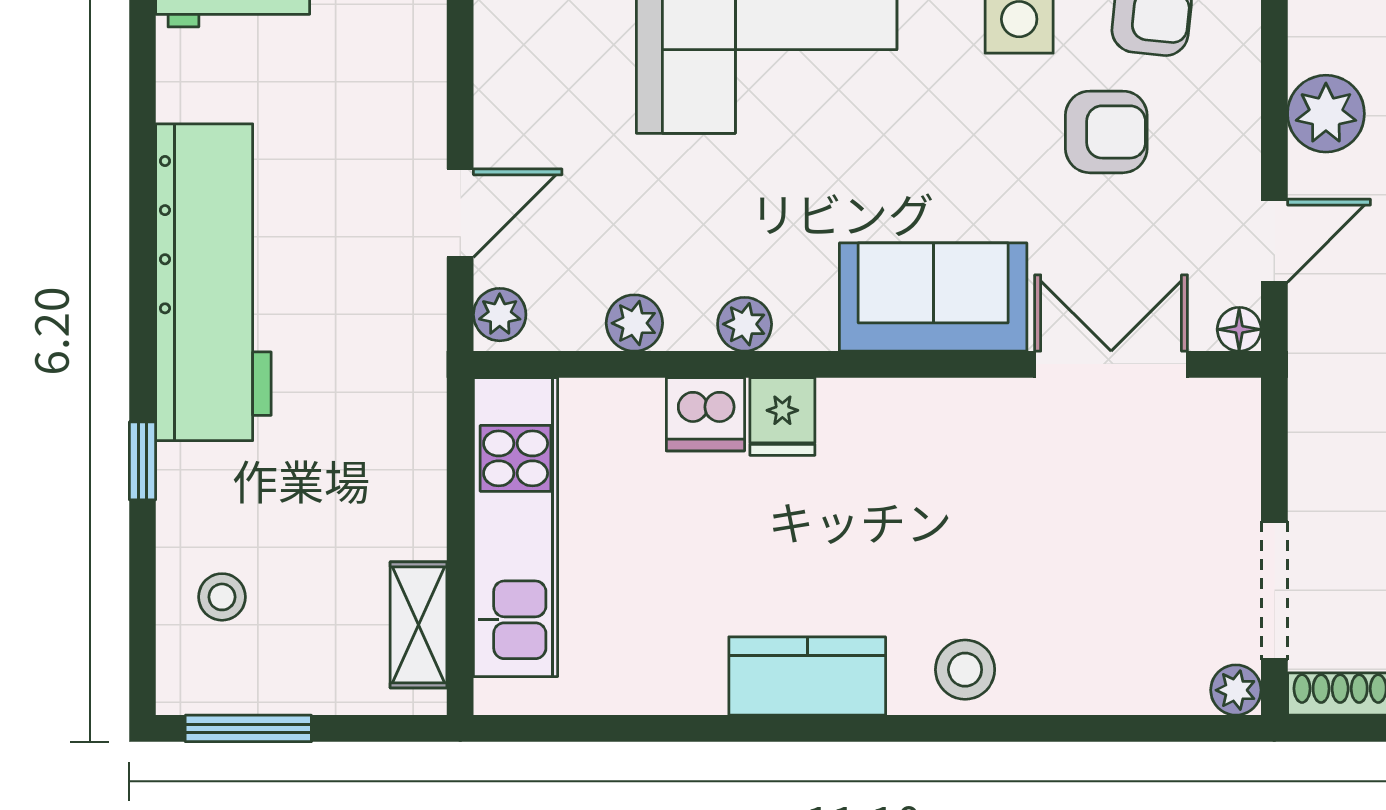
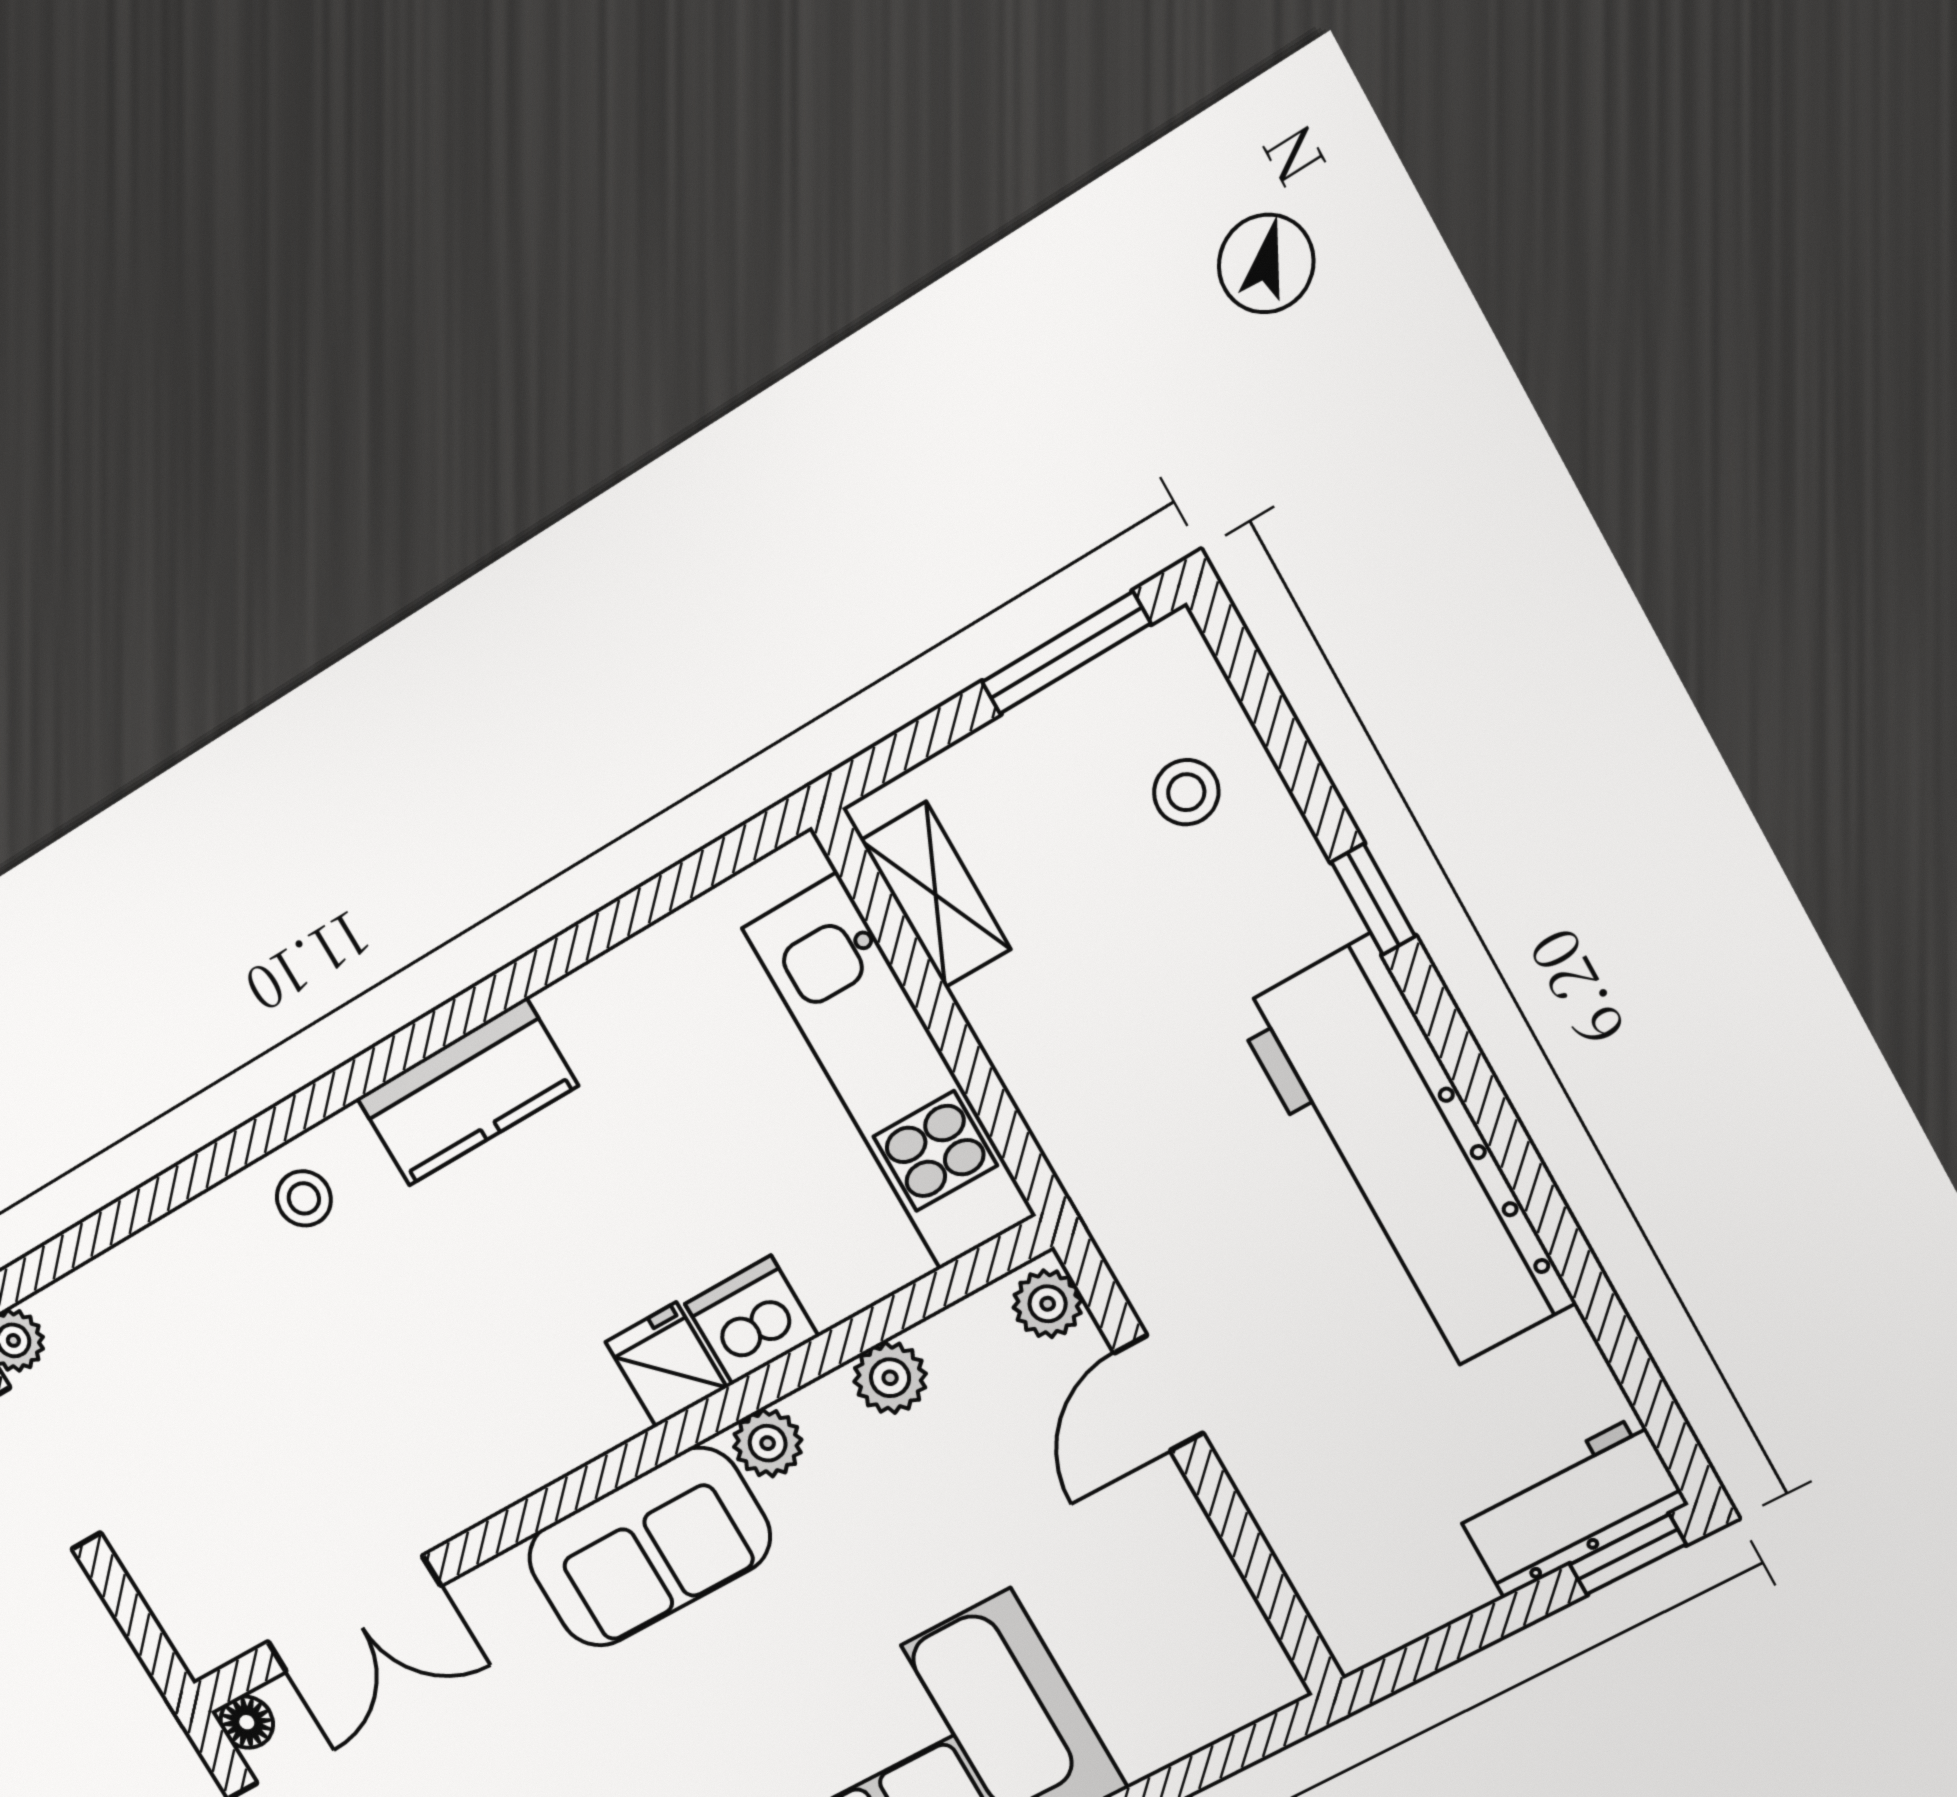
sofa: (933, 297) -> (649, 1547), moved
stool: (965, 670) -> (304, 1198), width x0.73, depth x0.73

